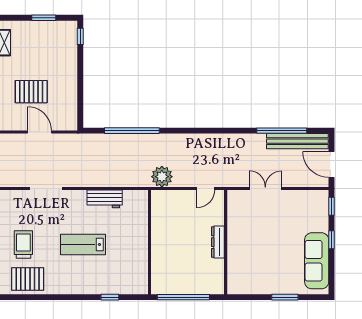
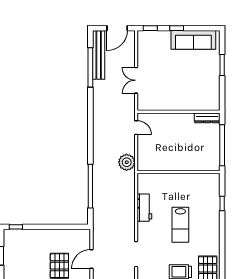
dresser: (218, 242) -> (207, 118), moved

